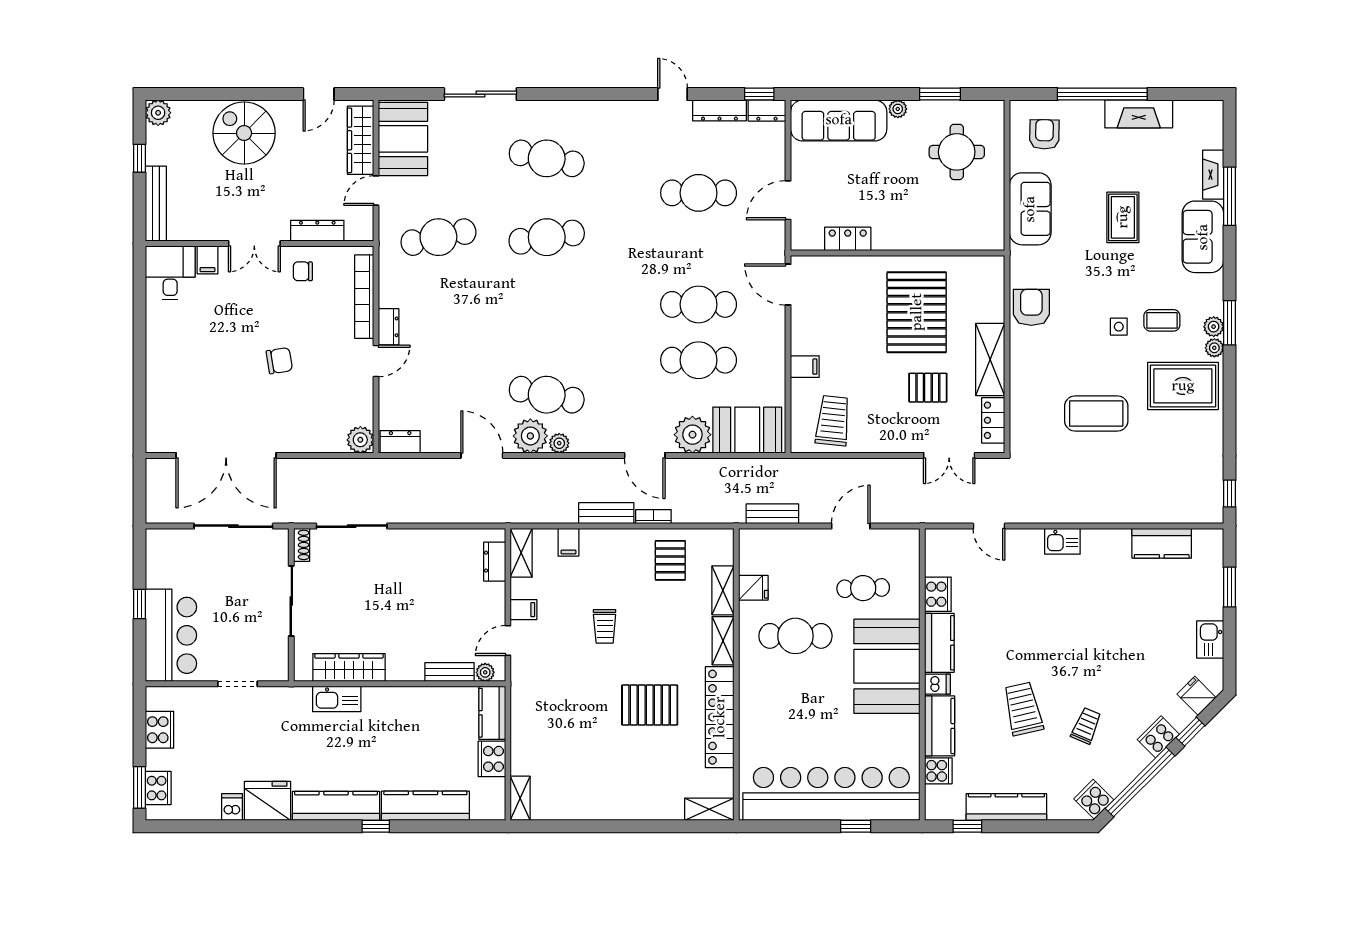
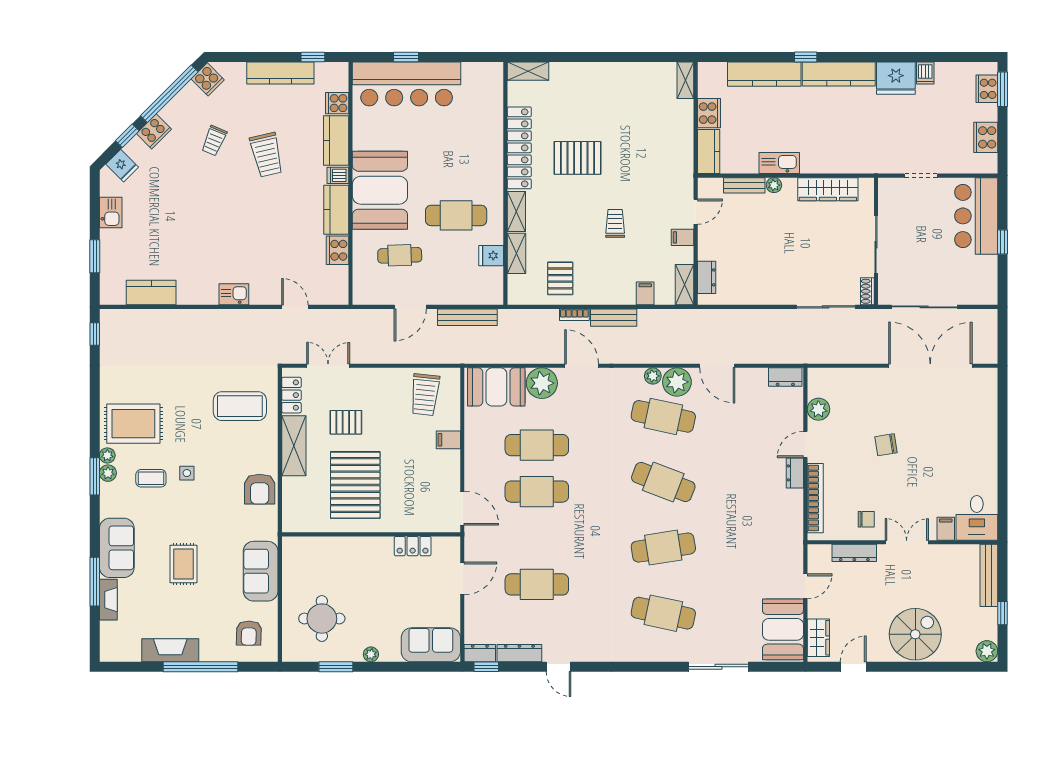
sofa: (839, 120) -> (431, 645), width x0.73
spiral stairs: (244, 133) -> (915, 634), turned -90
wardrobe: (360, 140) -> (818, 638), width x0.67
cafe table: (438, 237) -> (663, 482), moved, turned 33
coffee table: (1096, 414) -> (240, 406), moved
plant: (360, 440) -> (818, 409), moved
bench: (772, 514) -> (467, 317), width x1.36
plant: (485, 672) -> (774, 185), moved
kitchen sink: (337, 699) -> (779, 163), moved
bar counter: (831, 794) -> (407, 84), width x0.73

